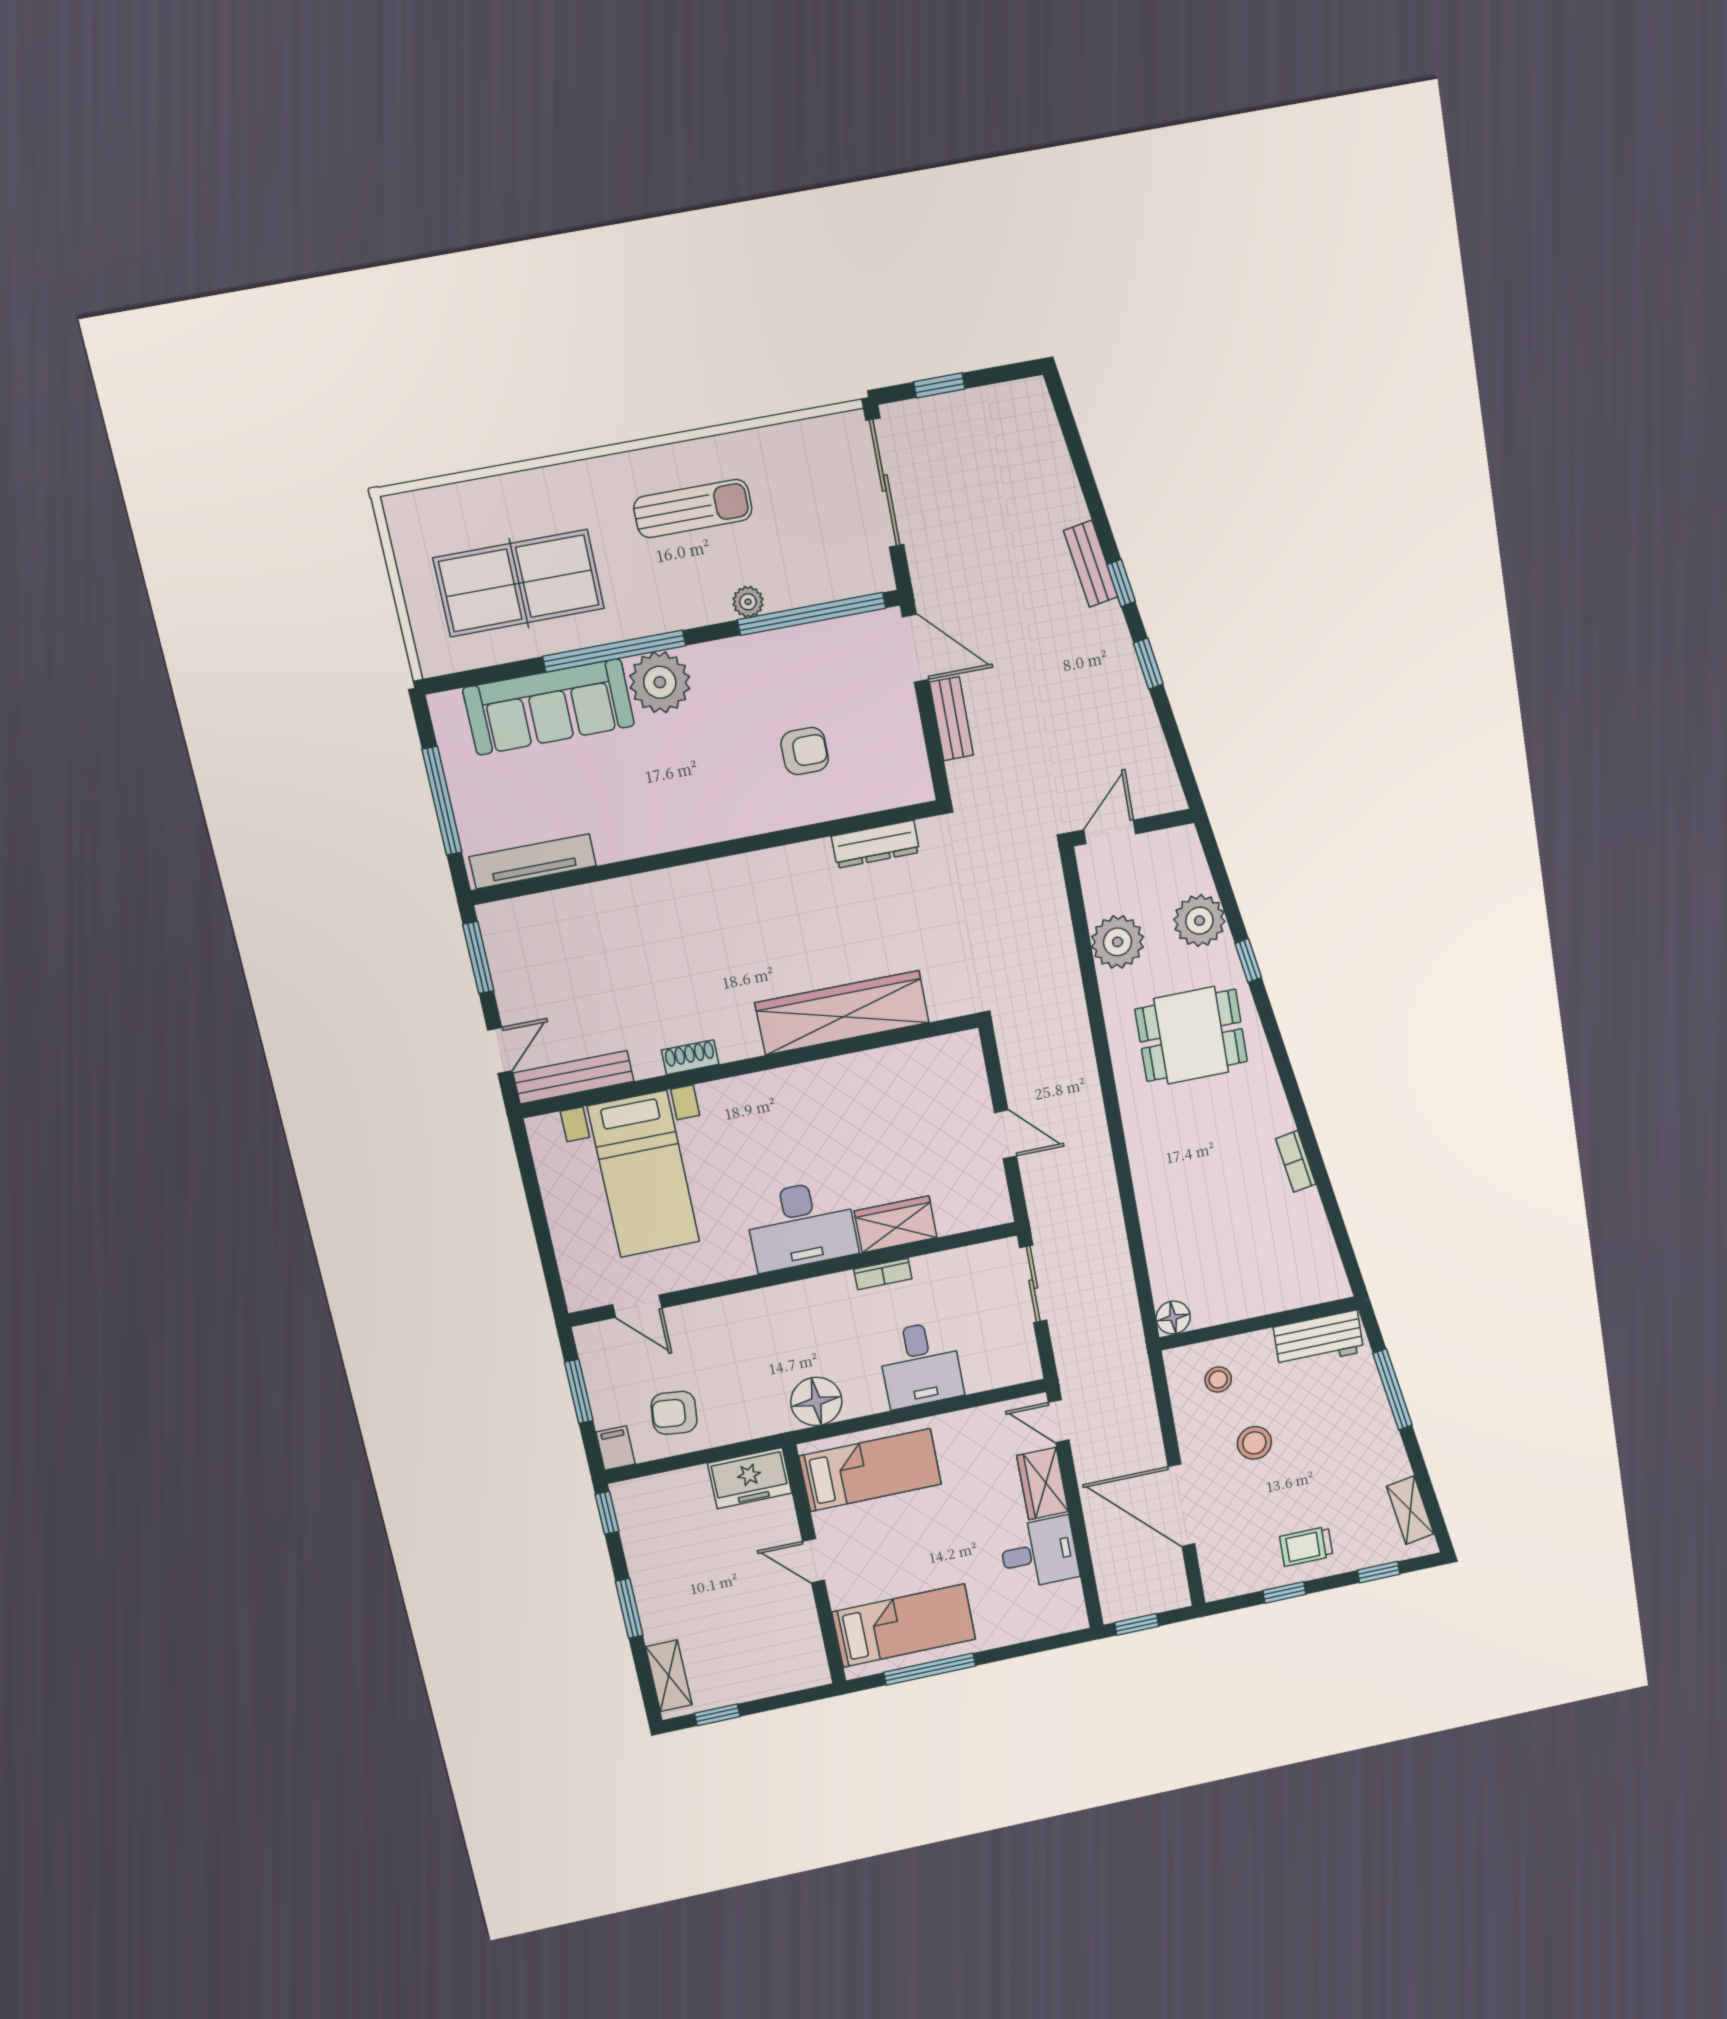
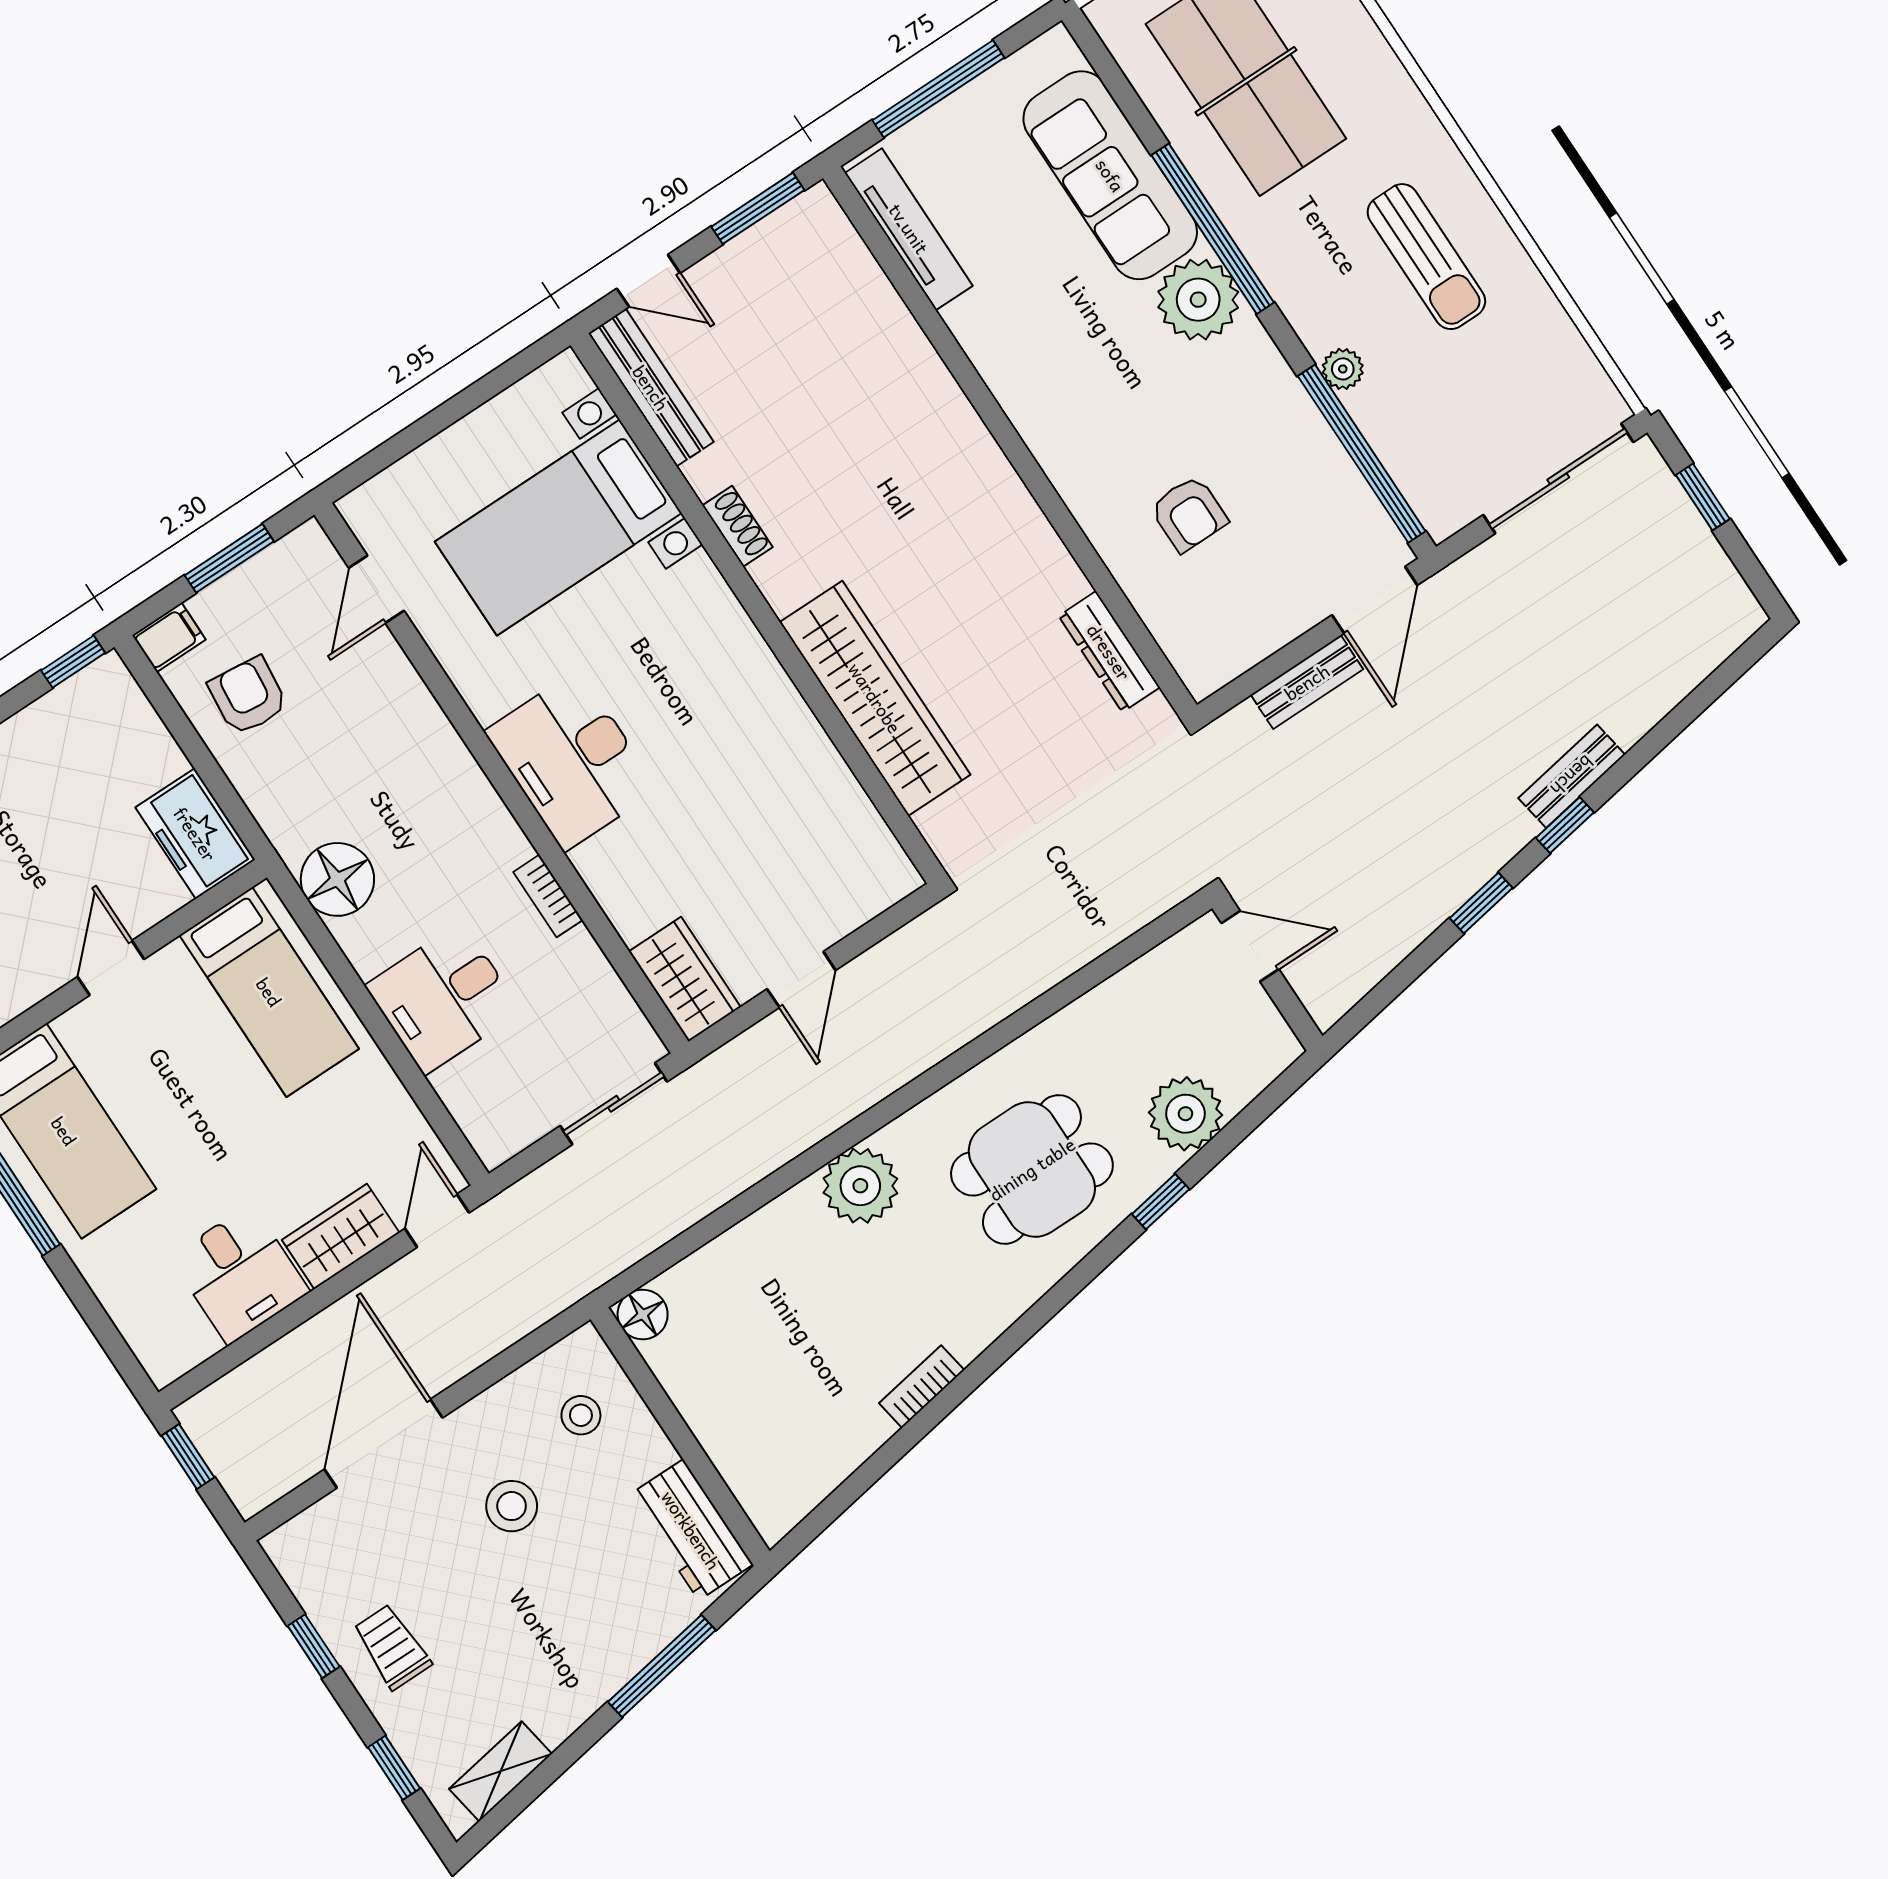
plant: (1118, 942) -> (860, 1186), moved
dining table: (1191, 1035) -> (1032, 1169), turned 90
wardrobe: (896, 1224) -> (685, 979), moved

